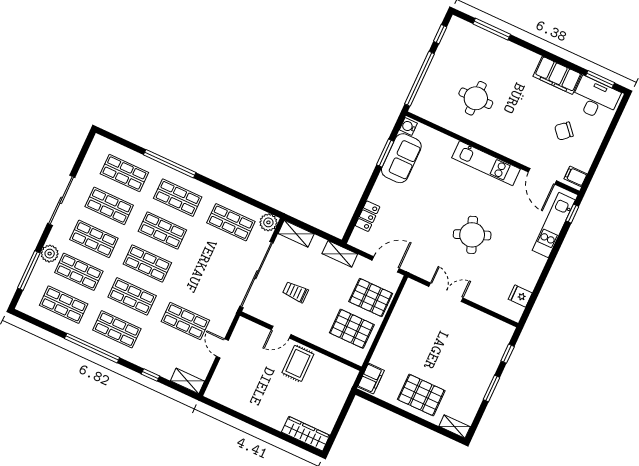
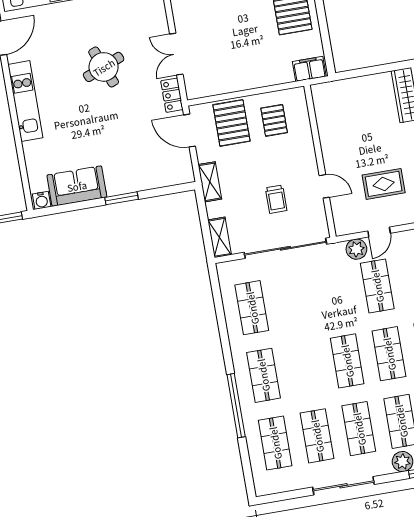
window: (385, 153) -> (122, 198), moved
locker: (368, 216) -> (172, 95), moved, turned -90
plant: (268, 222) -> (356, 249), moved
shop shelf: (162, 231) -> (305, 368), removed
pallet: (352, 329) -> (274, 120), width x0.67, depth x0.71
rug: (298, 363) -> (384, 184), moved

